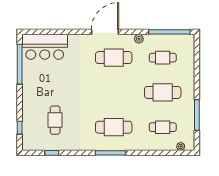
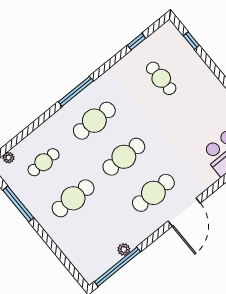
plant: (139, 39) -> (124, 249), moved
cafe table: (163, 58) -> (124, 157), moved, width x1.37, depth x1.35

